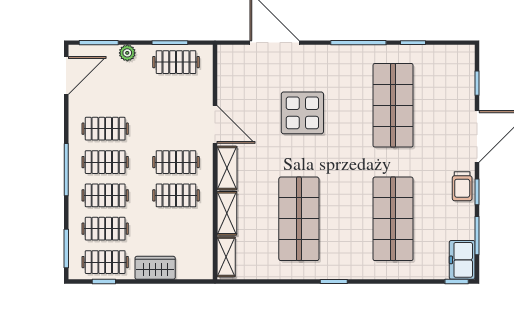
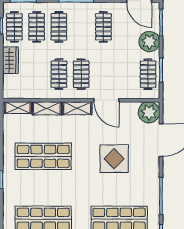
plant: (127, 53) -> (149, 42), width x1.88, depth x1.88
plant: (233, 61) -> (149, 112), added
door: (215, 124) -> (106, 100), hinge flipped
clothes rail: (105, 162) -> (81, 27), removed

